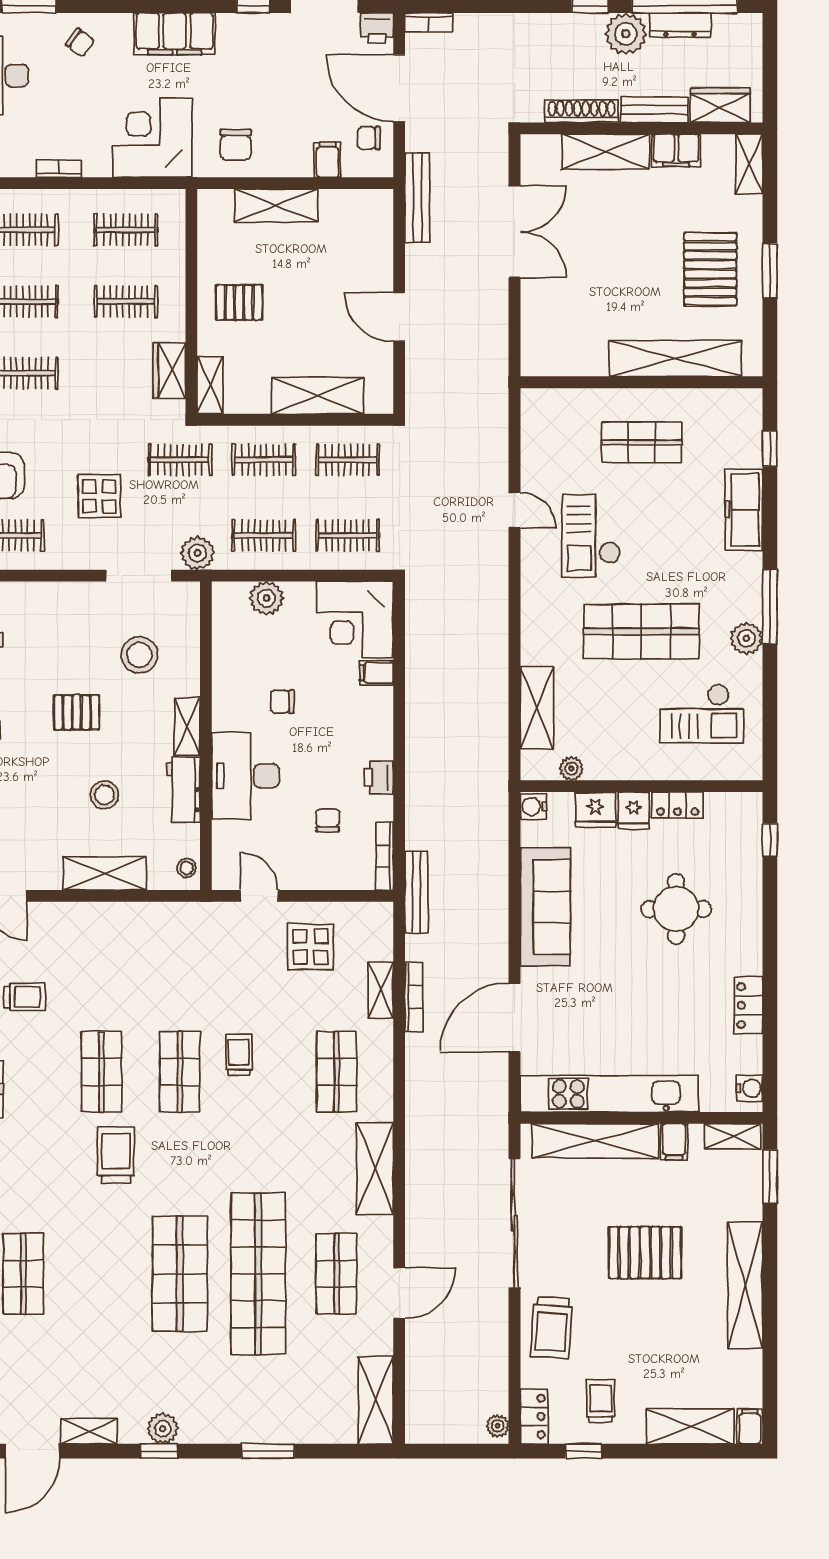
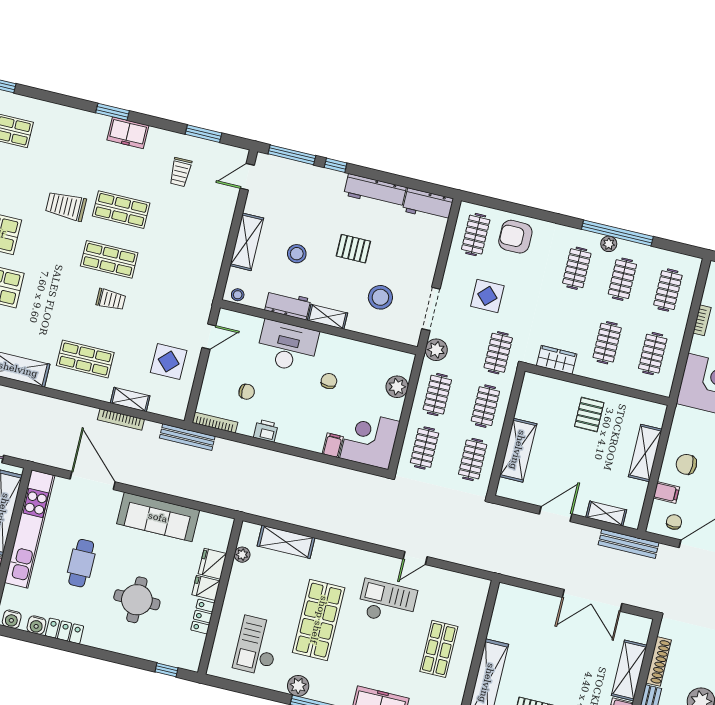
chair: (236, 145) -> (686, 464), moved
shelving: (210, 385) -> (606, 514), moved
pallet: (77, 712) -> (353, 249), turned 90
water cooler: (533, 807) -> (36, 625), moved, turned 180
cafe table: (641, 1005) -> (81, 563), added
trolley: (116, 1155) -> (66, 206), turned 180

